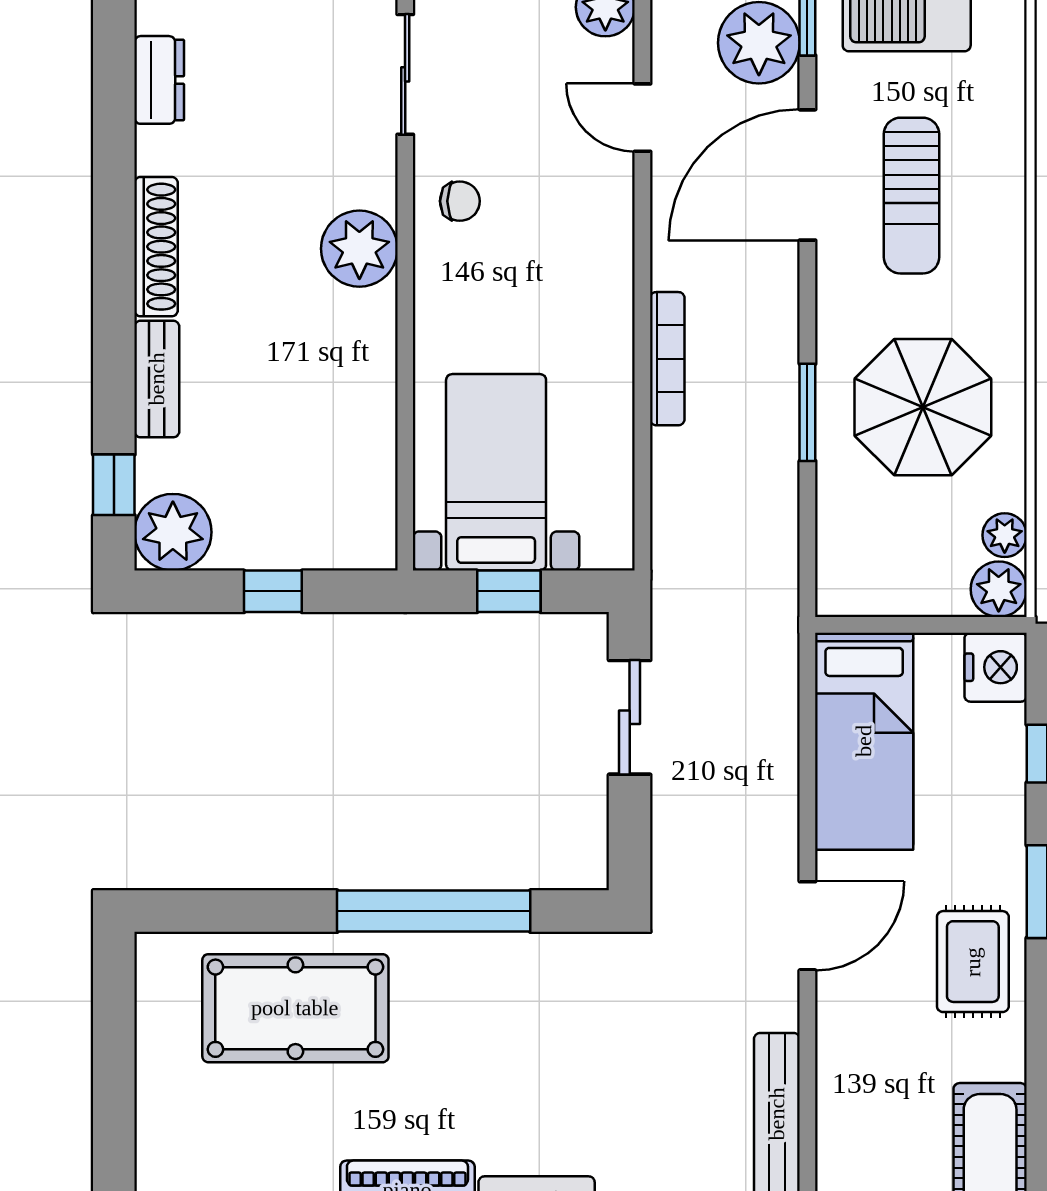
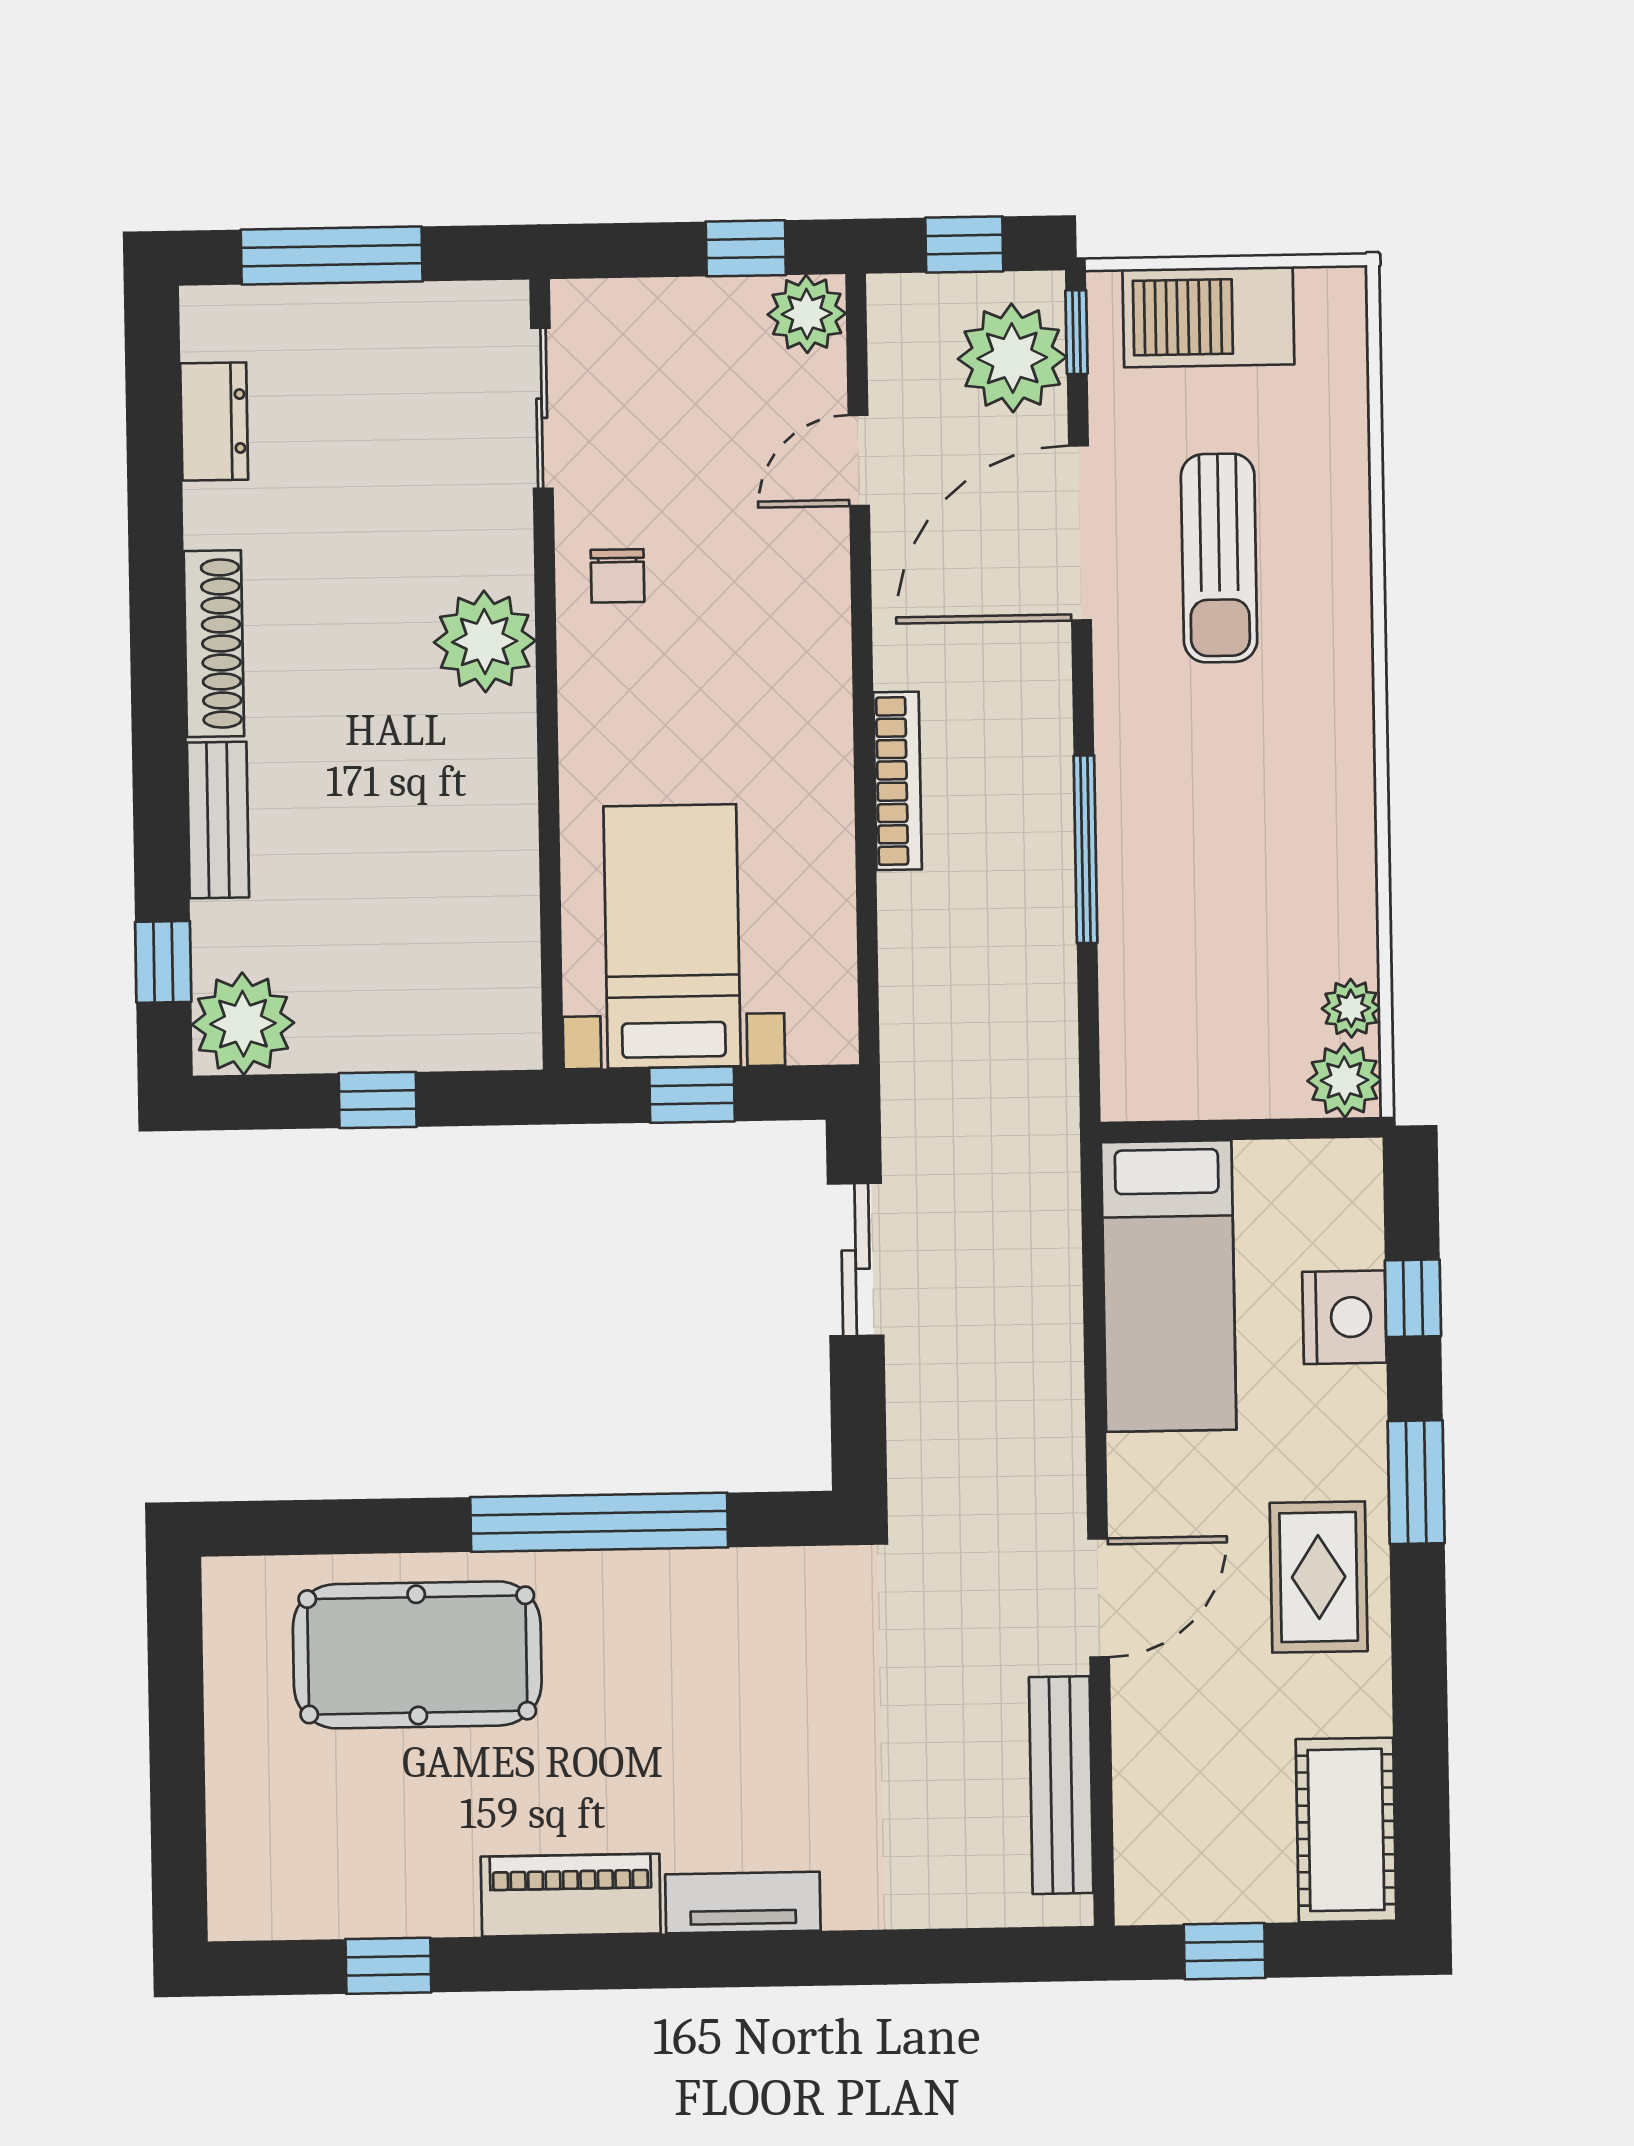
door: (642, 118) -> (859, 460), hinge flipped
chair: (460, 201) -> (618, 576), turned 90
parasol: (923, 407) -> (1239, 840), removed
window: (807, 412) -> (1086, 849), width x1.44
nightstand: (996, 667) -> (1344, 1317), moved
door: (807, 926) -> (1099, 1598), moved

